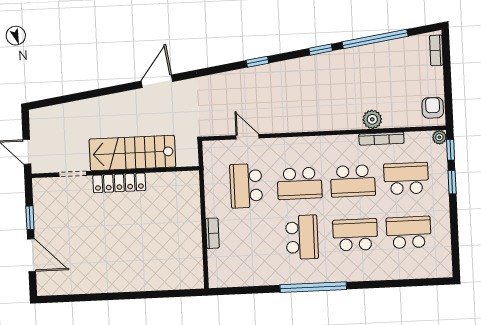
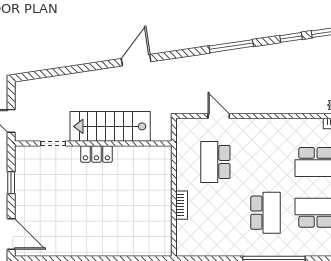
window: (257, 62) -> (231, 46), width x2.17
locker: (119, 183) -> (96, 154), width x0.66
school desk: (299, 183) -> (265, 162), removed
door: (32, 255) -> (11, 234), moved

